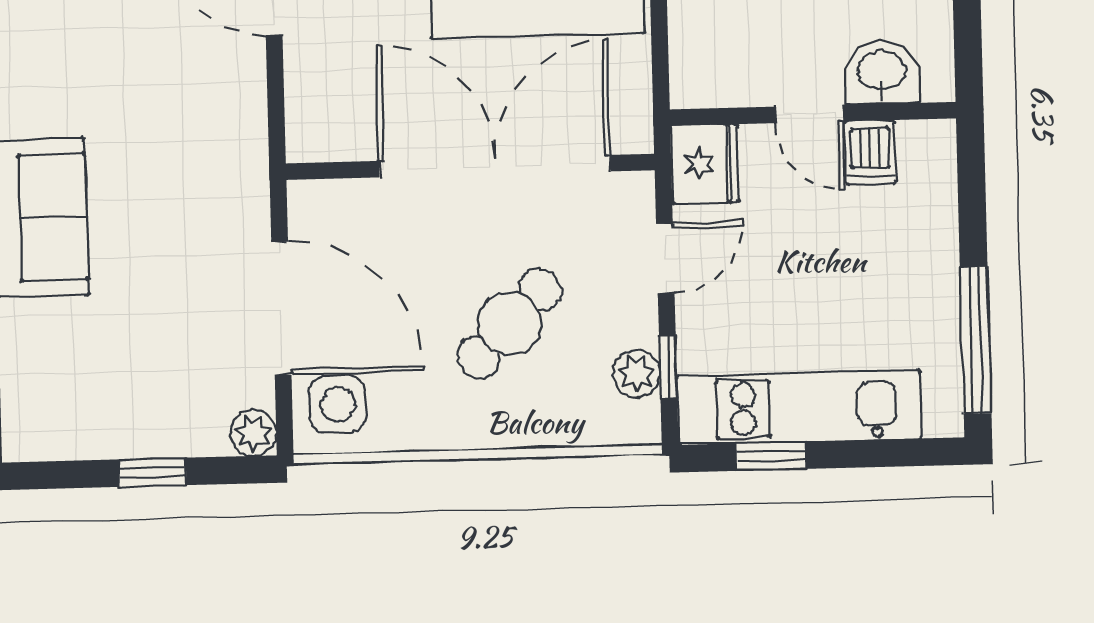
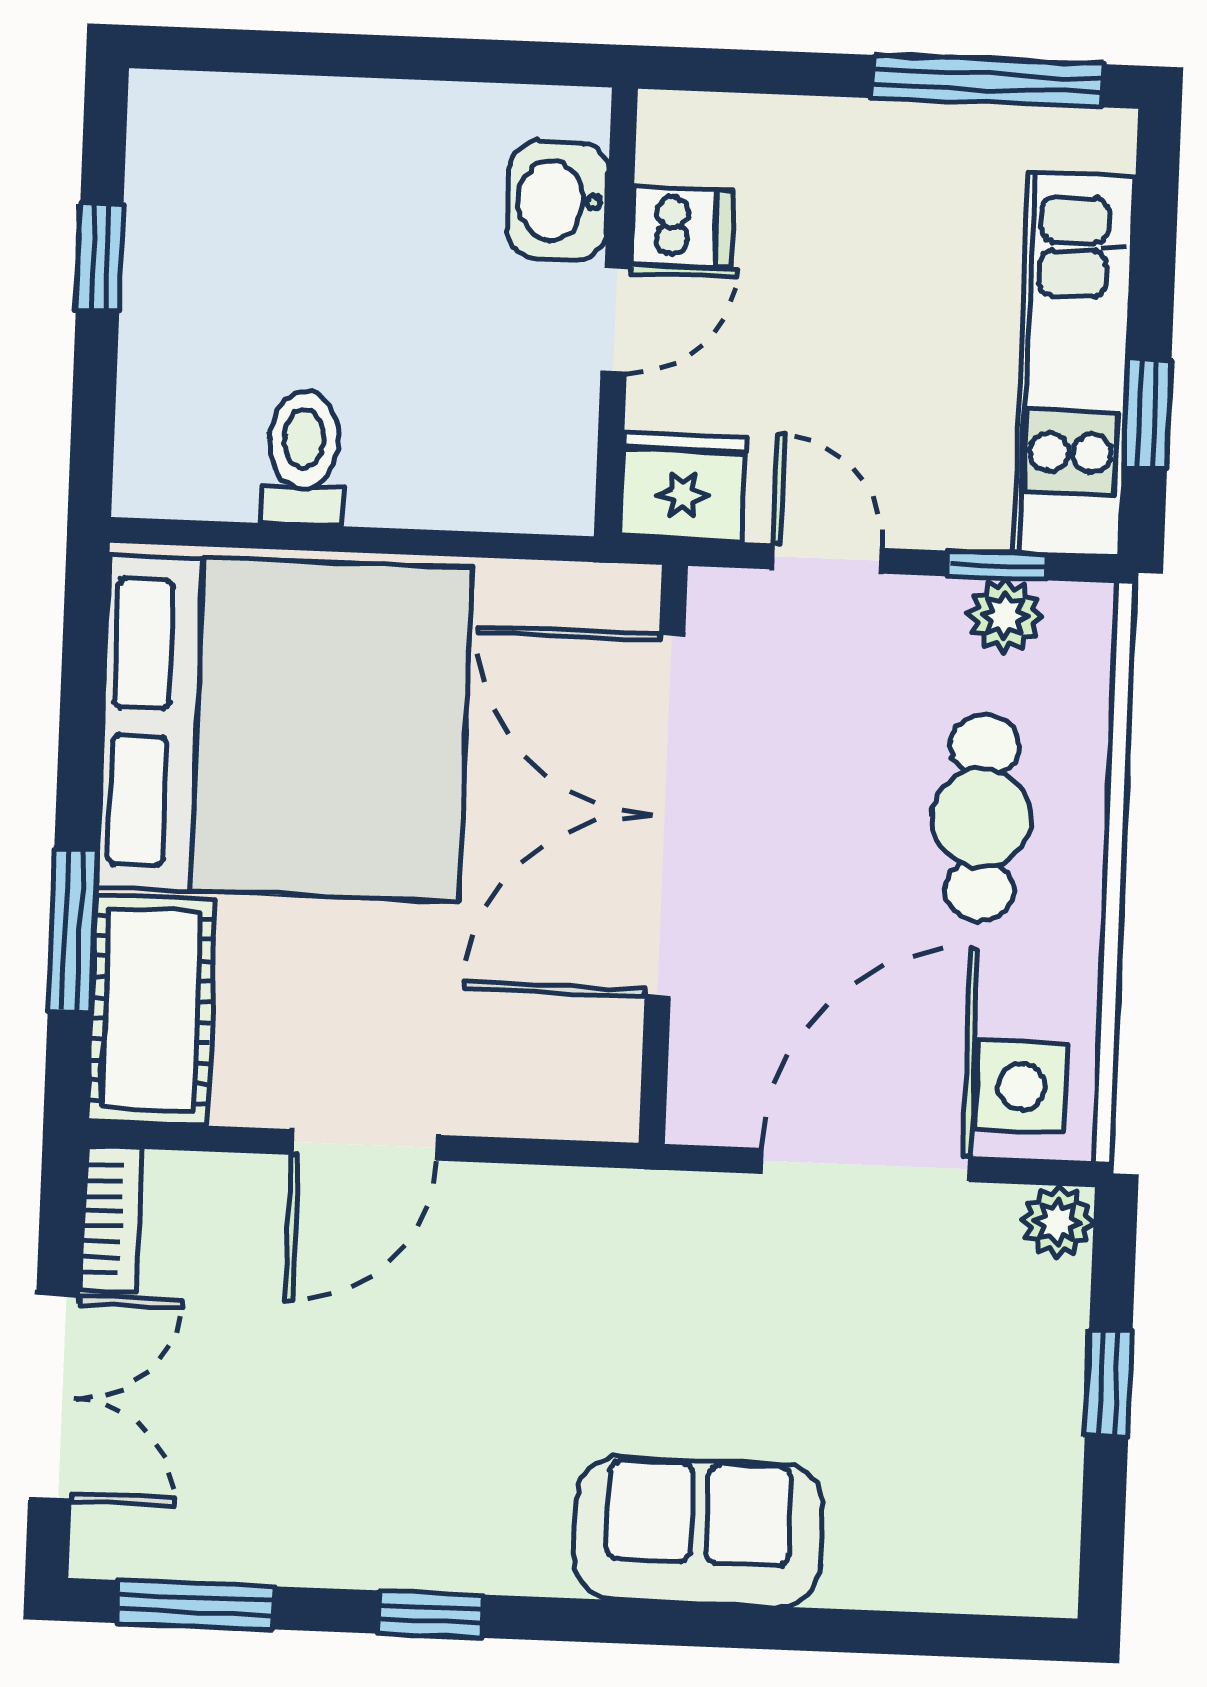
cafe table: (509, 324) -> (982, 818), moved, turned 46

